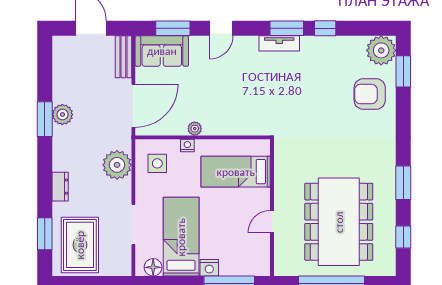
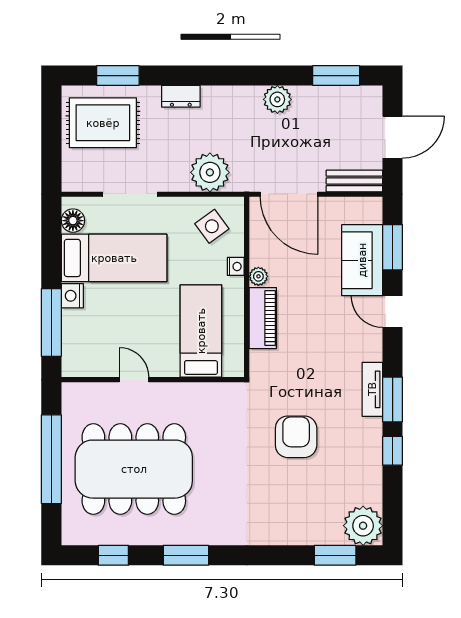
sofa: (162, 51) -> (362, 260), moved
armchair: (370, 94) -> (296, 437), moved
window: (45, 119) -> (336, 76), moved
piano: (226, 125) -> (263, 318), added
side table: (157, 163) -> (212, 226), turned -36

